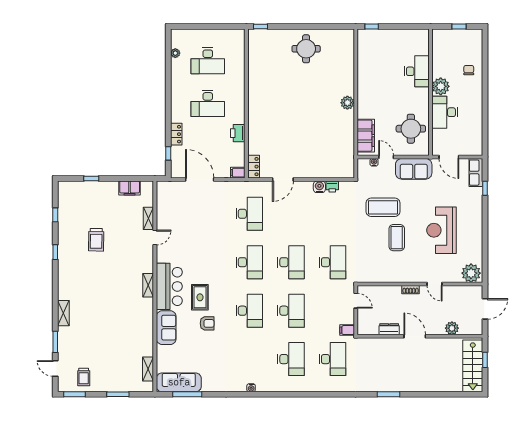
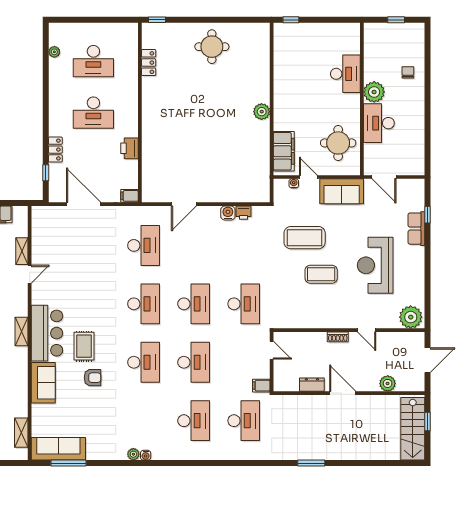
locker: (254, 167) -> (149, 63), moved
row of seats: (476, 173) -> (416, 229), moved
coffee table: (397, 238) -> (321, 274), turned 90
plant: (241, 387) -> (133, 454), added

